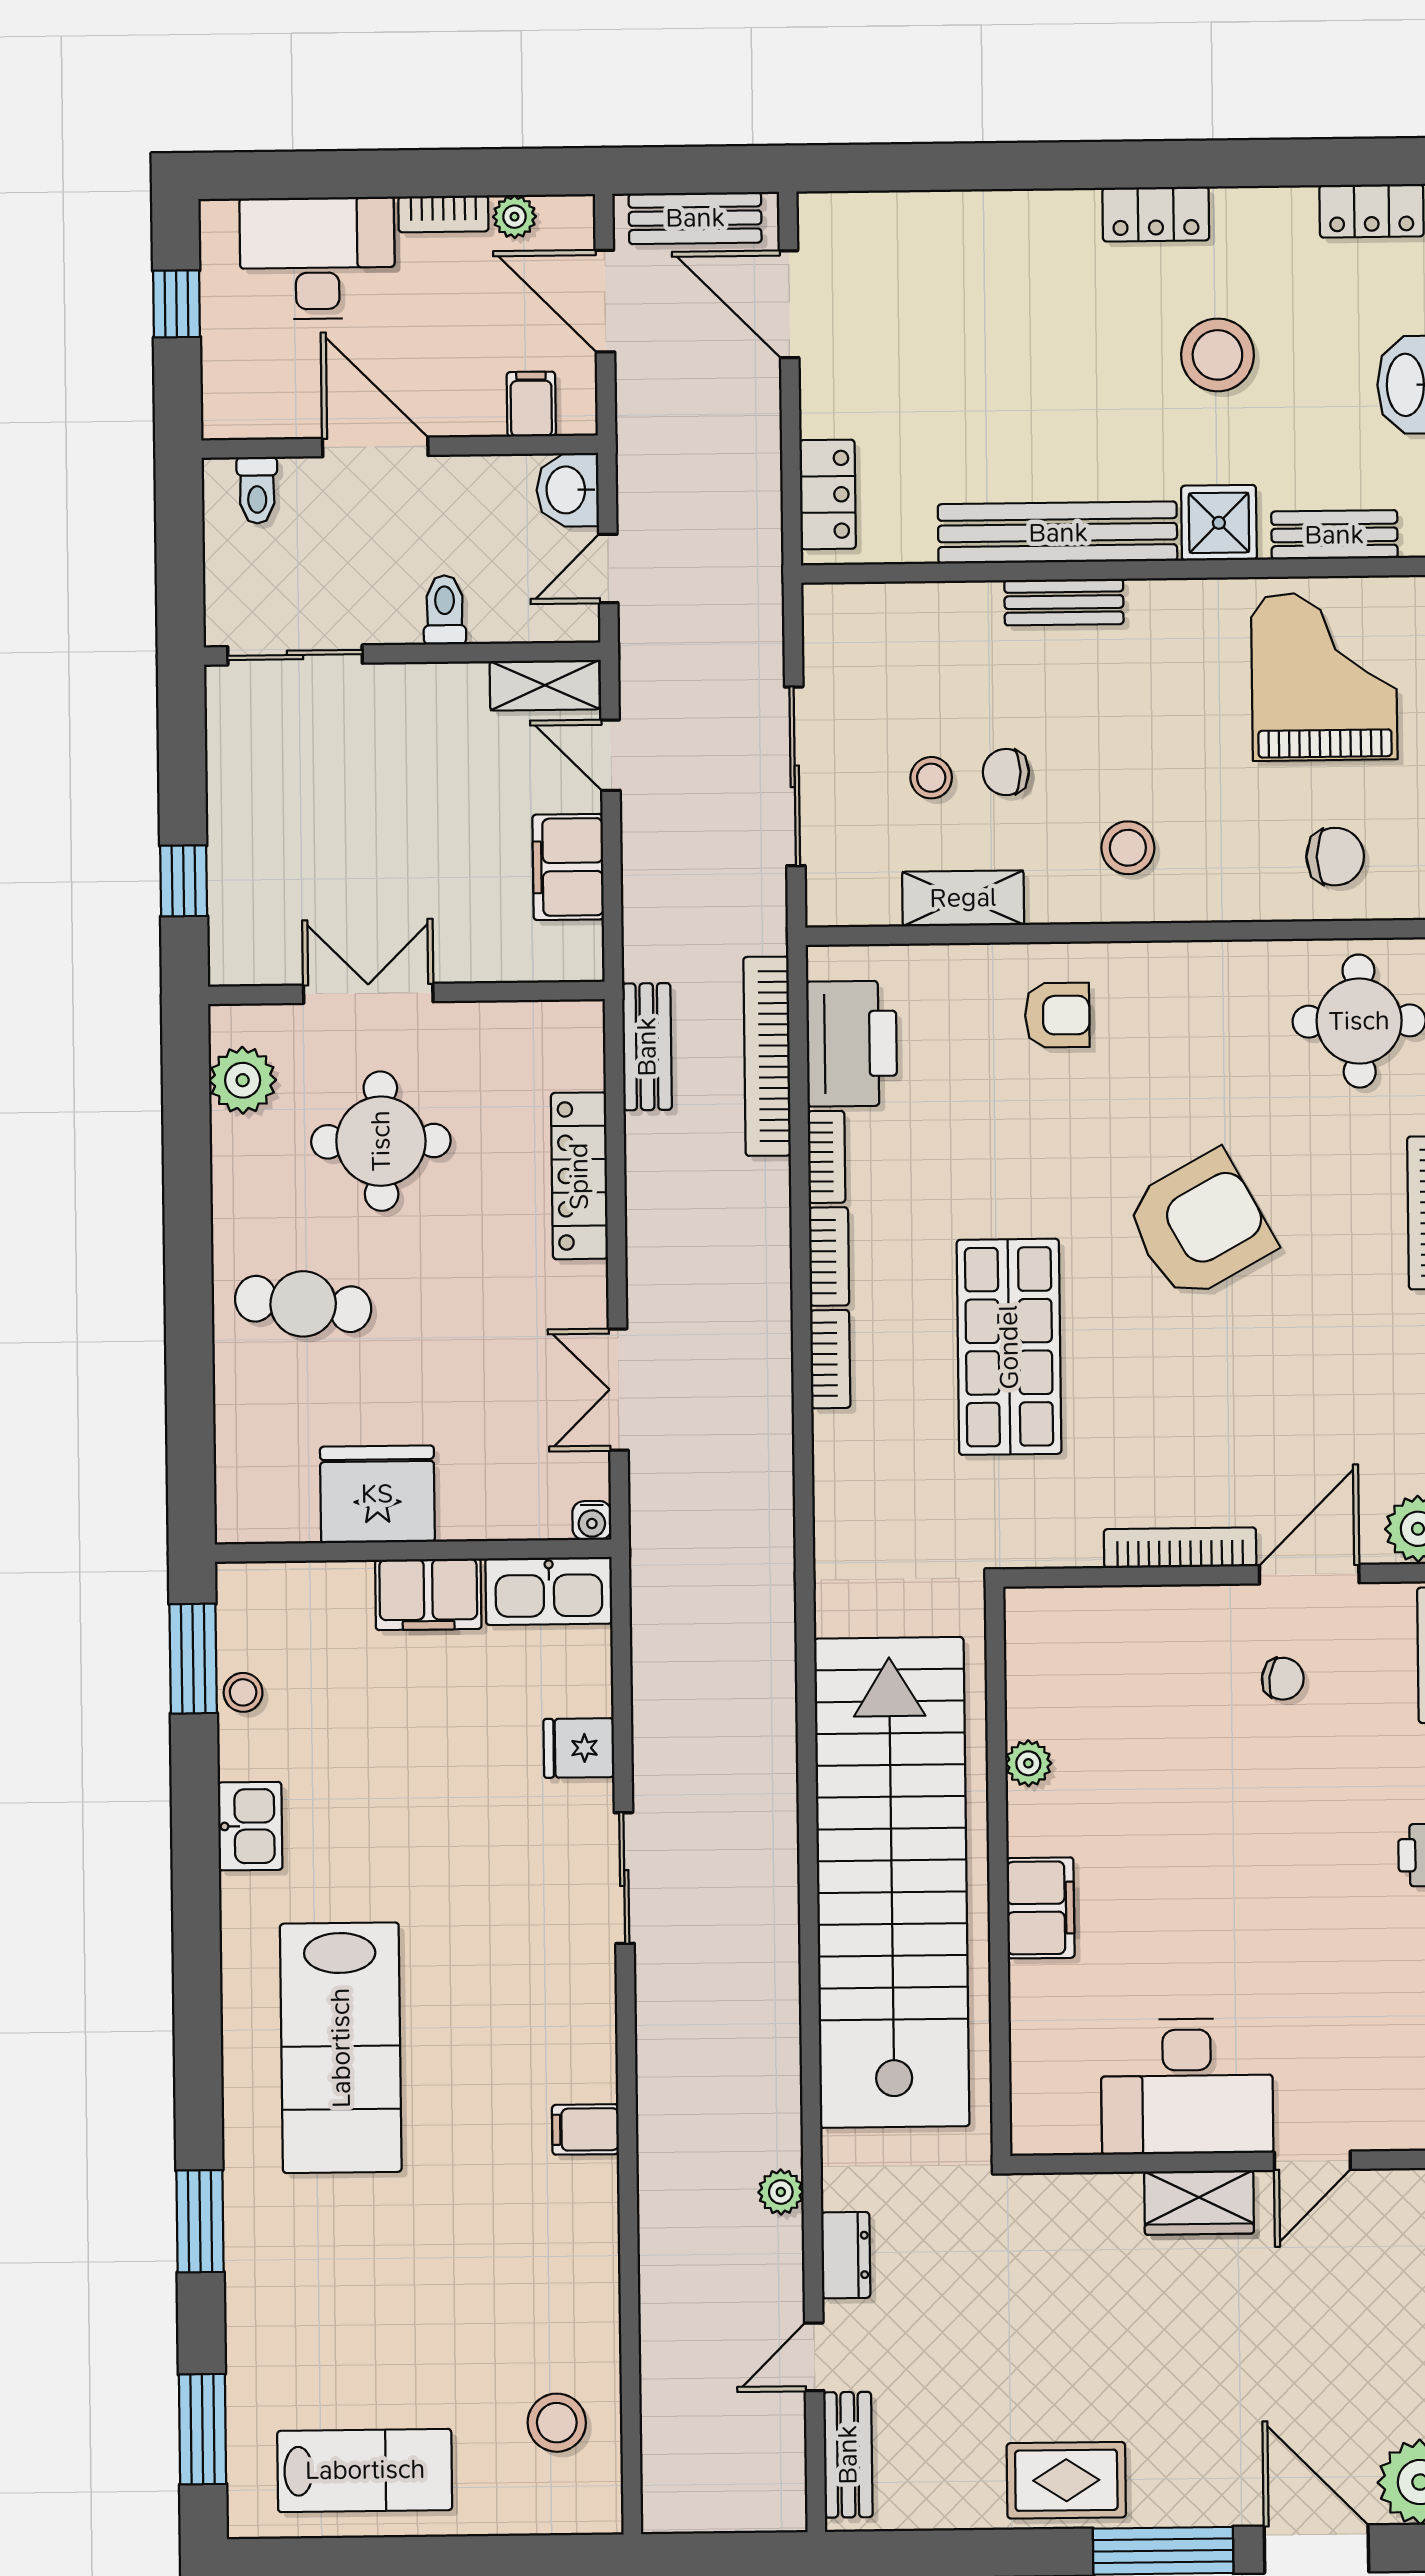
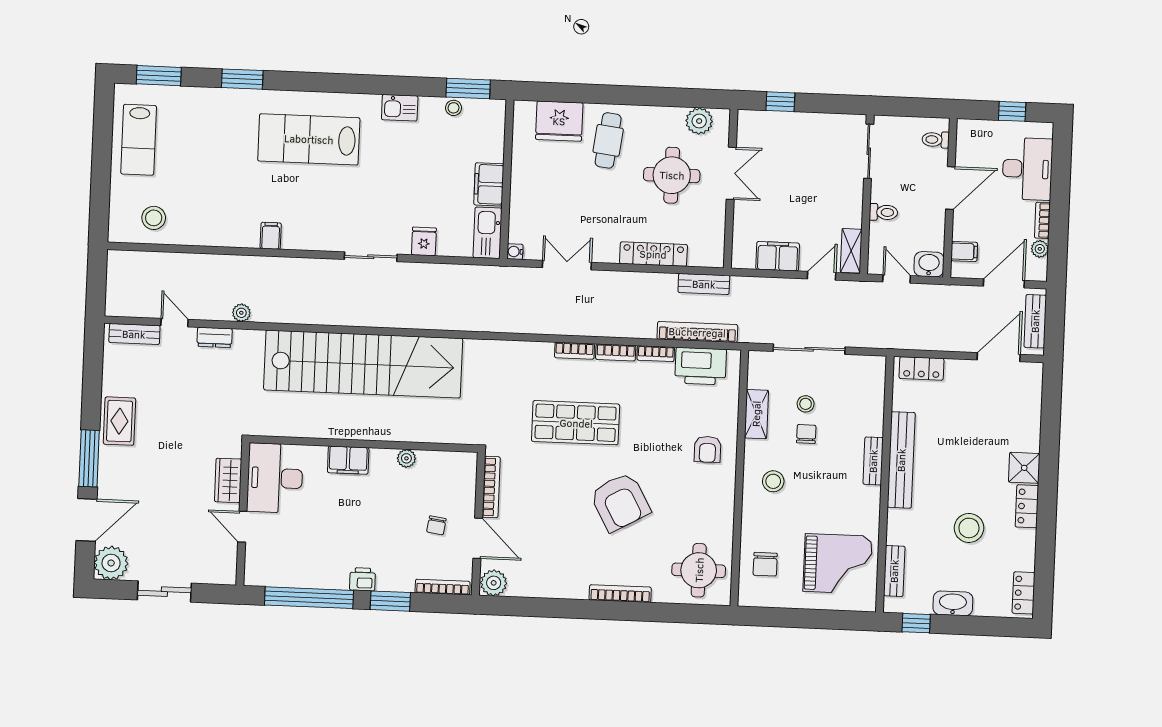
shower: (1219, 523) -> (1024, 468), moved
fridge: (377, 1494) -> (559, 121), moved, turned 90
plant: (1028, 1763) -> (406, 458), moved
wall: (998, 1871) -> (364, 444), moved
filing cabinet: (1041, 1908) -> (348, 460), moved

